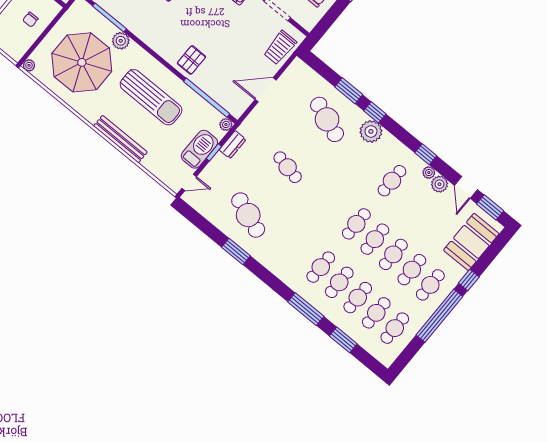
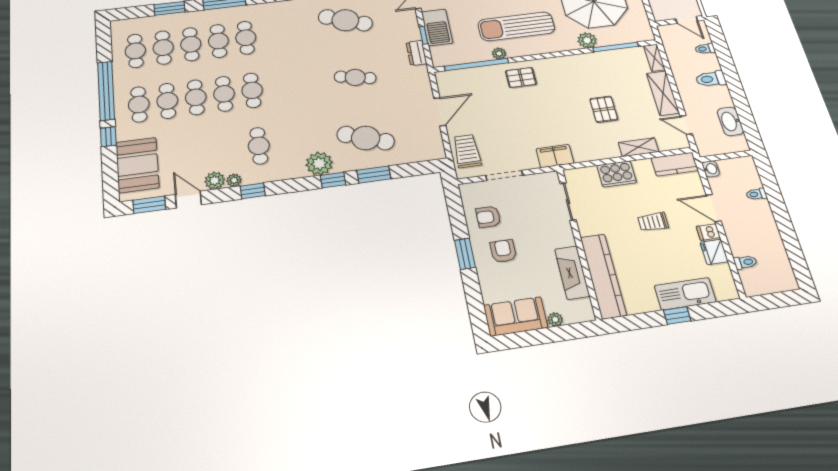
pallet: (191, 60) -> (521, 77), turned 90
plant: (226, 124) -> (499, 53), moved

